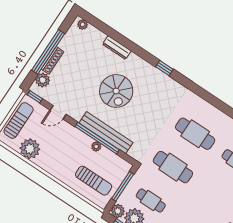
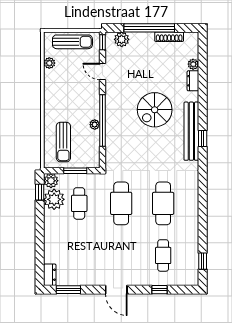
plant: (83, 24) -> (193, 64), moved
dresser: (117, 48) -> (193, 81), width x0.70
shoe rack: (53, 60) -> (169, 37), moved
bench: (106, 133) -> (191, 131), moved
plant: (30, 149) -> (49, 63), width x0.53, depth x0.53
window: (123, 186) -> (75, 171), width x0.69

